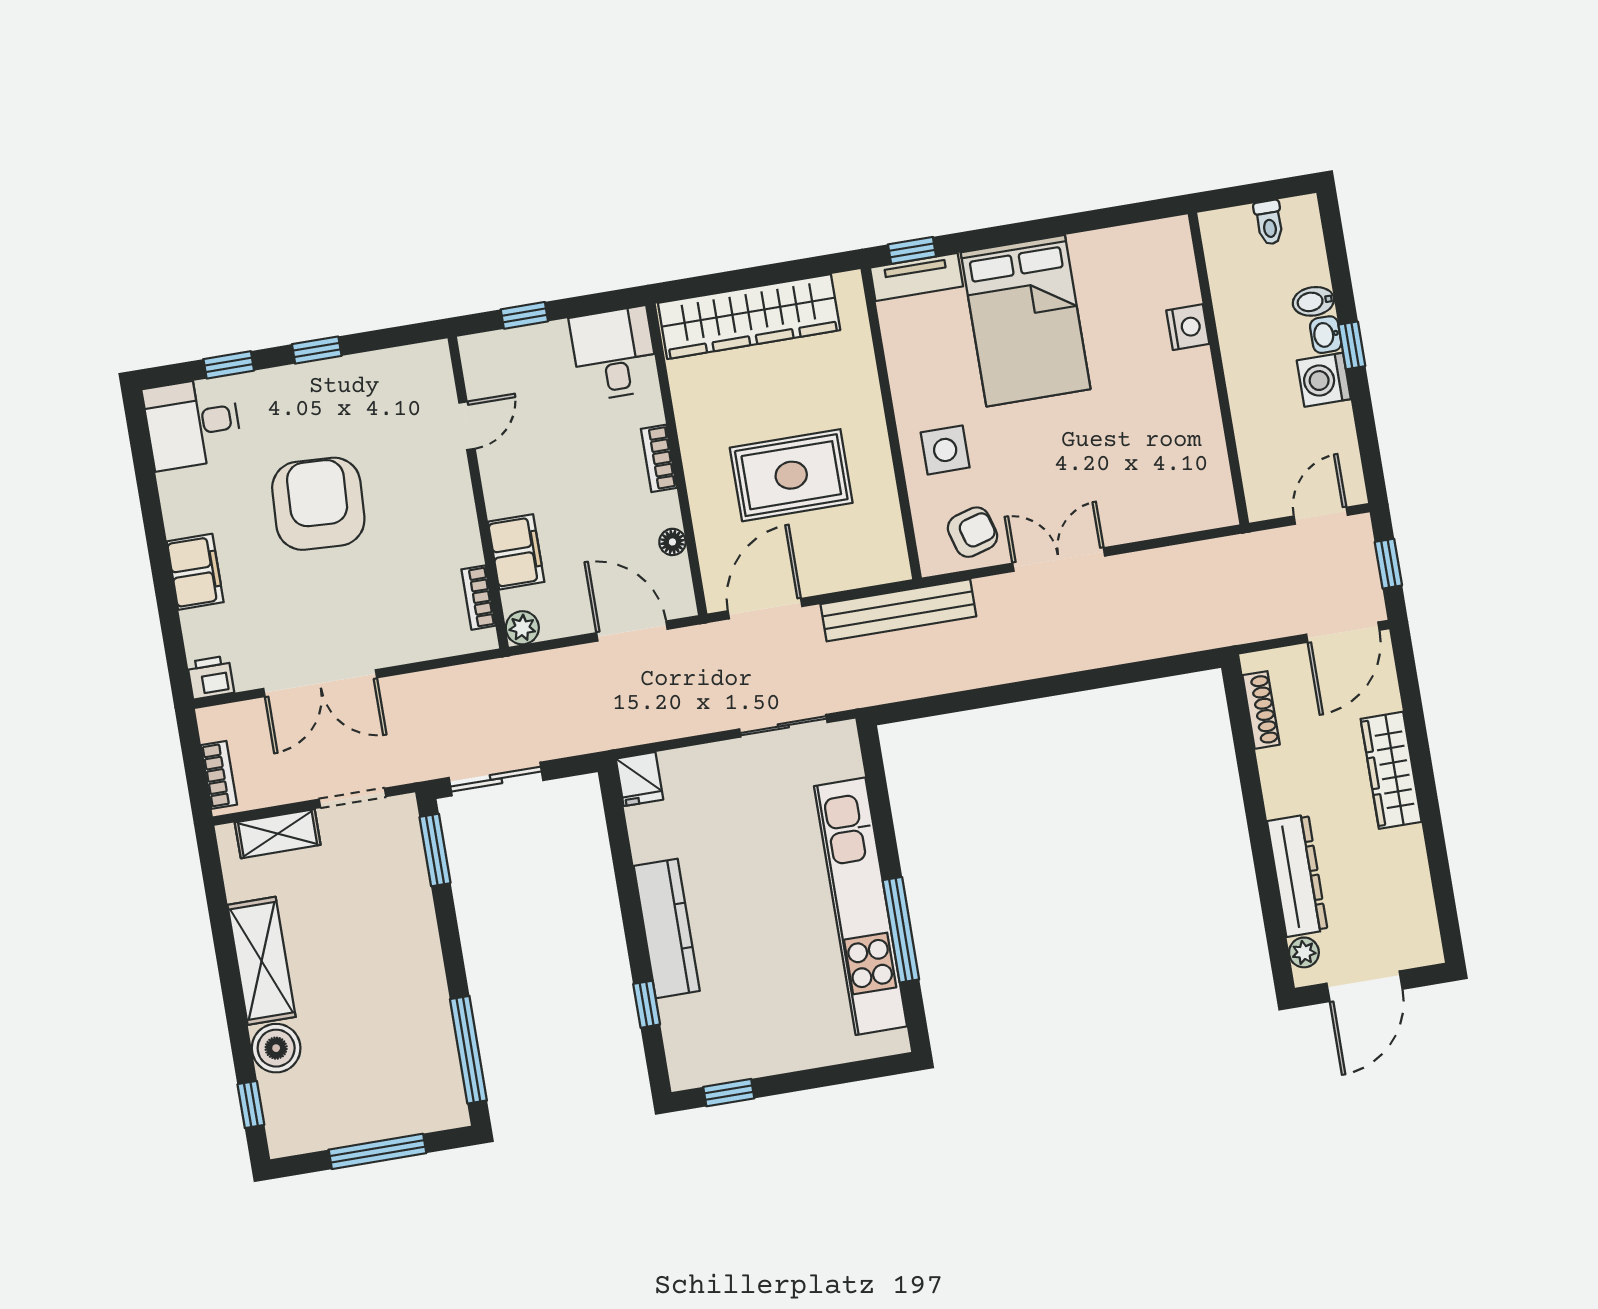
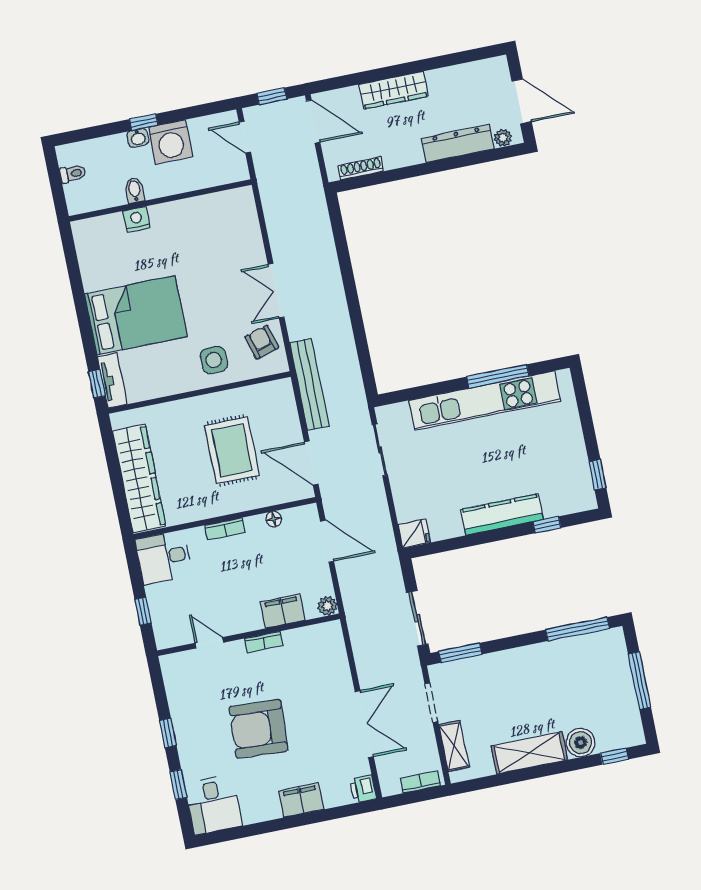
bidet: (1313, 301) -> (135, 190), moved, turned 180
washing machine: (1324, 380) -> (171, 142), width x1.37, depth x1.37
bookcase: (478, 598) -> (264, 642), moved
door: (632, 631) -> (327, 541), swing flipped

